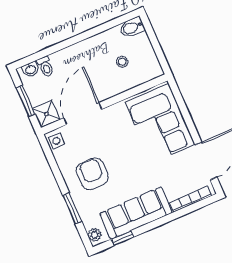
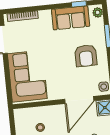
sofa: (136, 213) -> (71, 18), width x0.73

